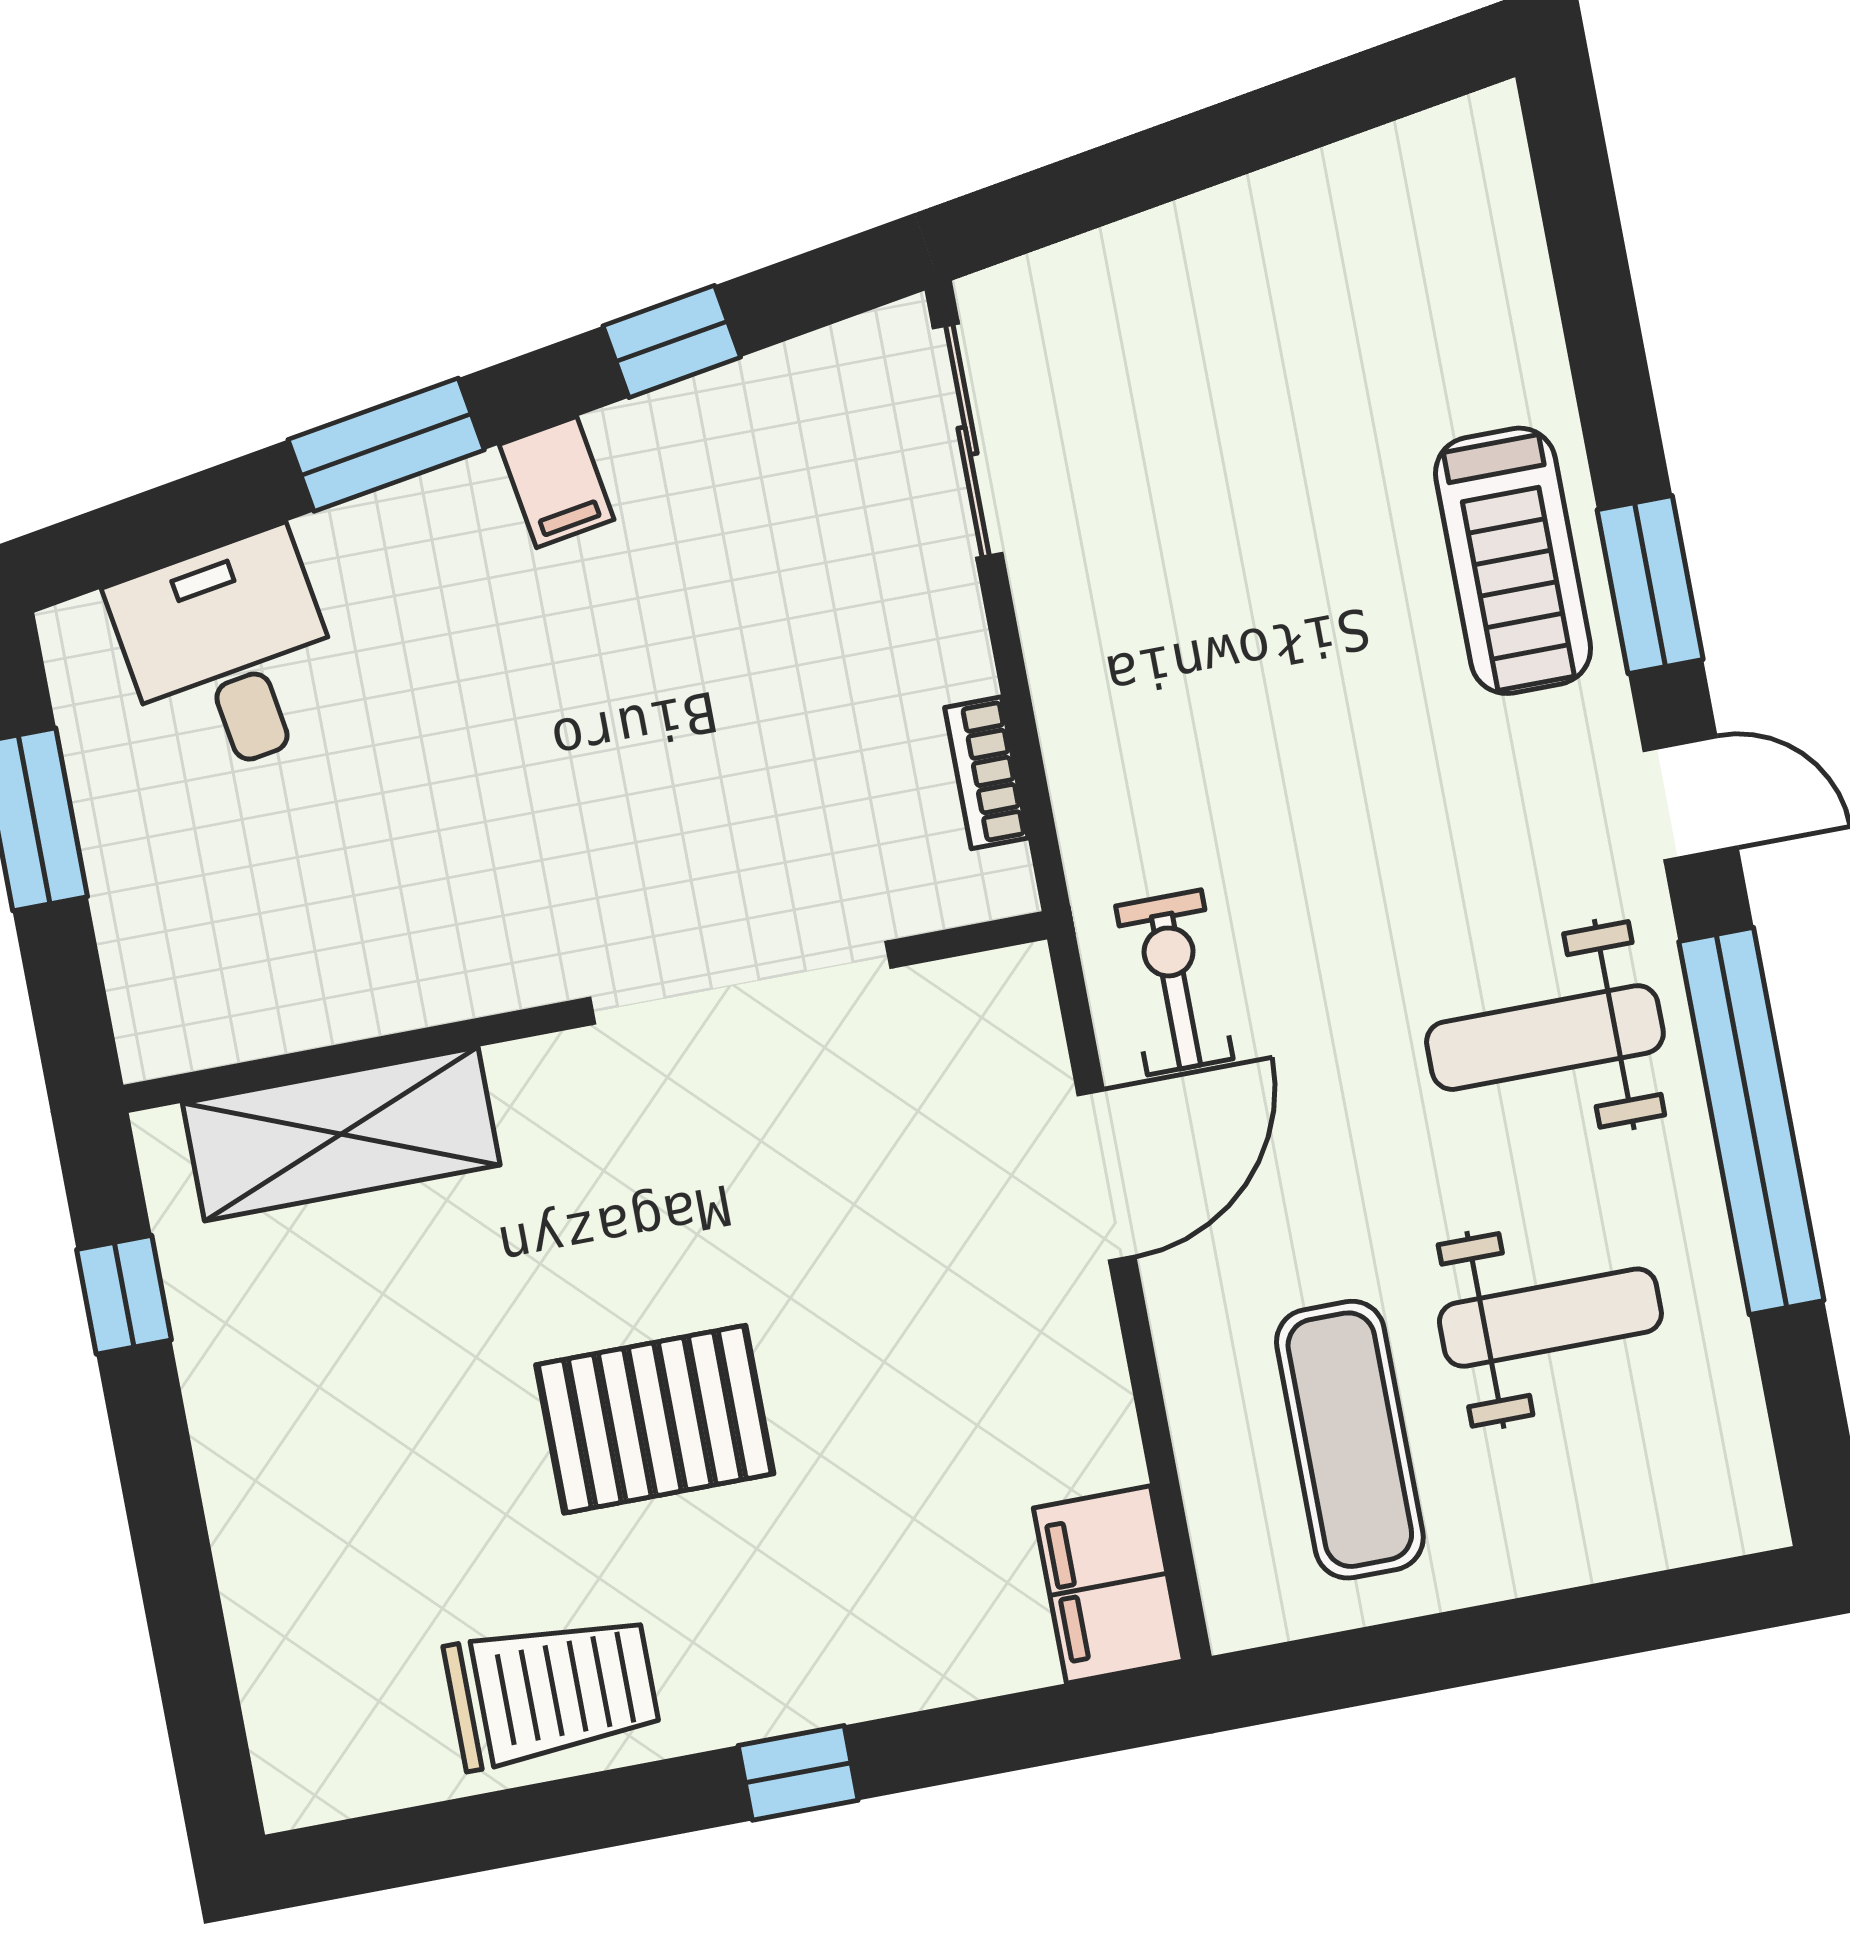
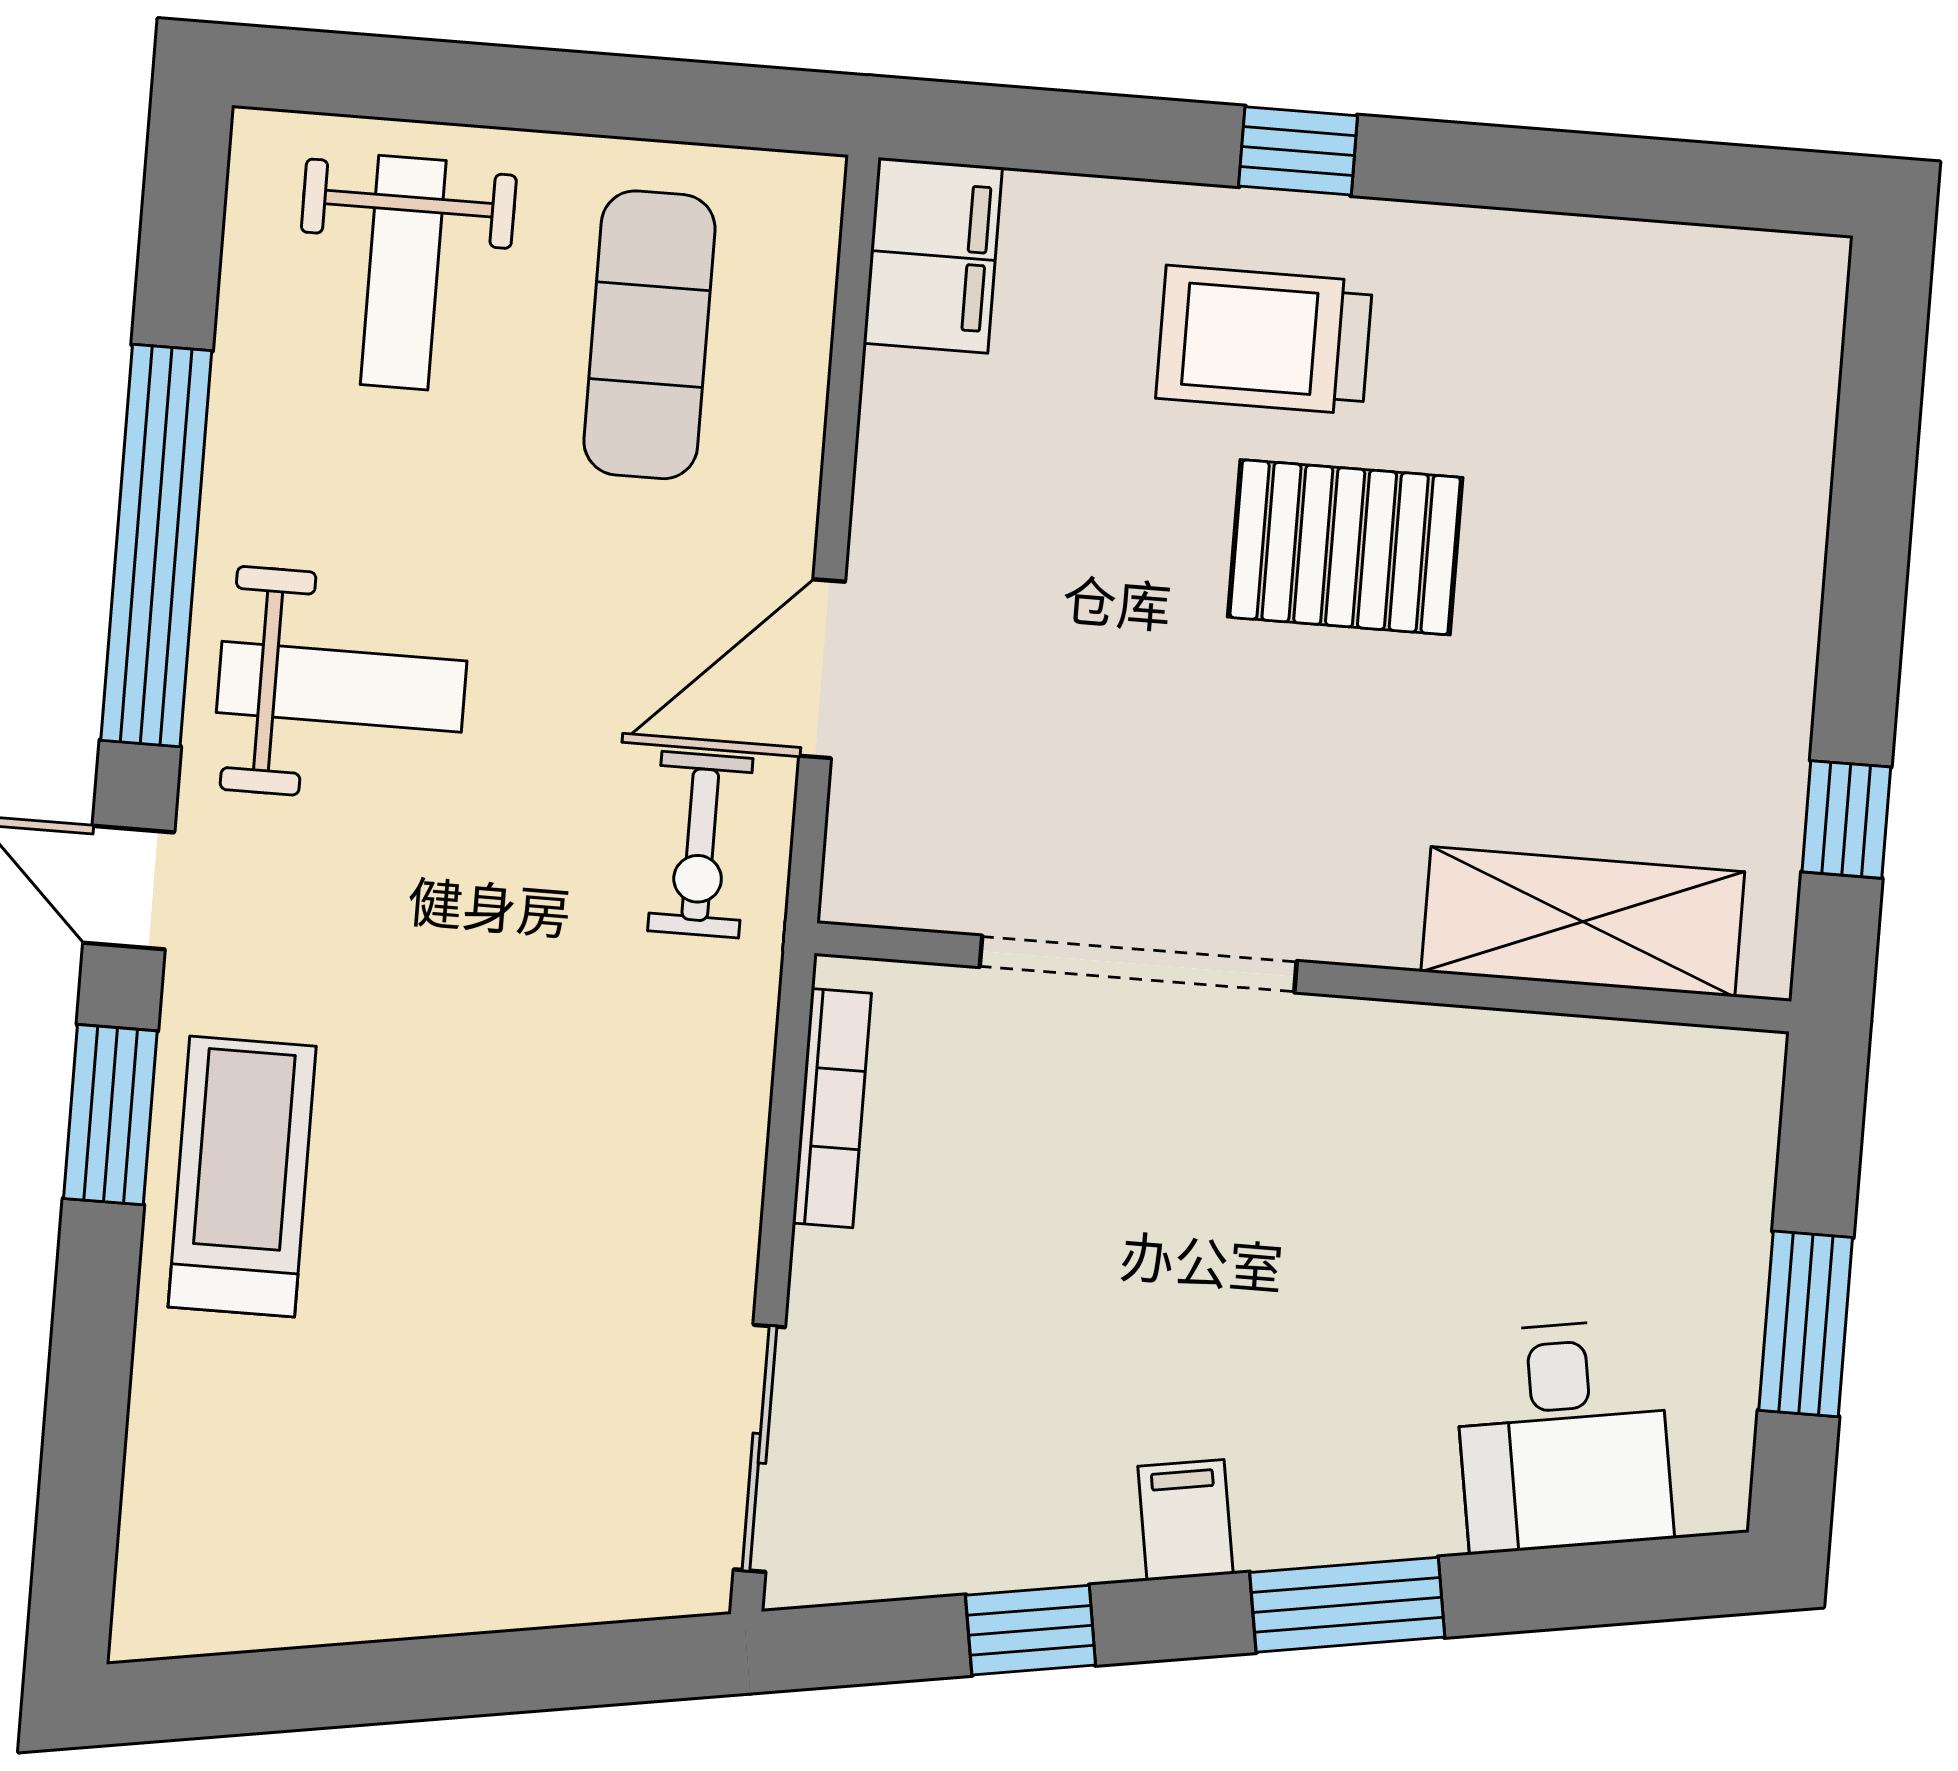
bookcase: (986, 773) -> (832, 1108), width x1.56
weight bench: (1550, 1318) -> (403, 273), moved, turned -90
trolley: (552, 1691) -> (1264, 340), moved

